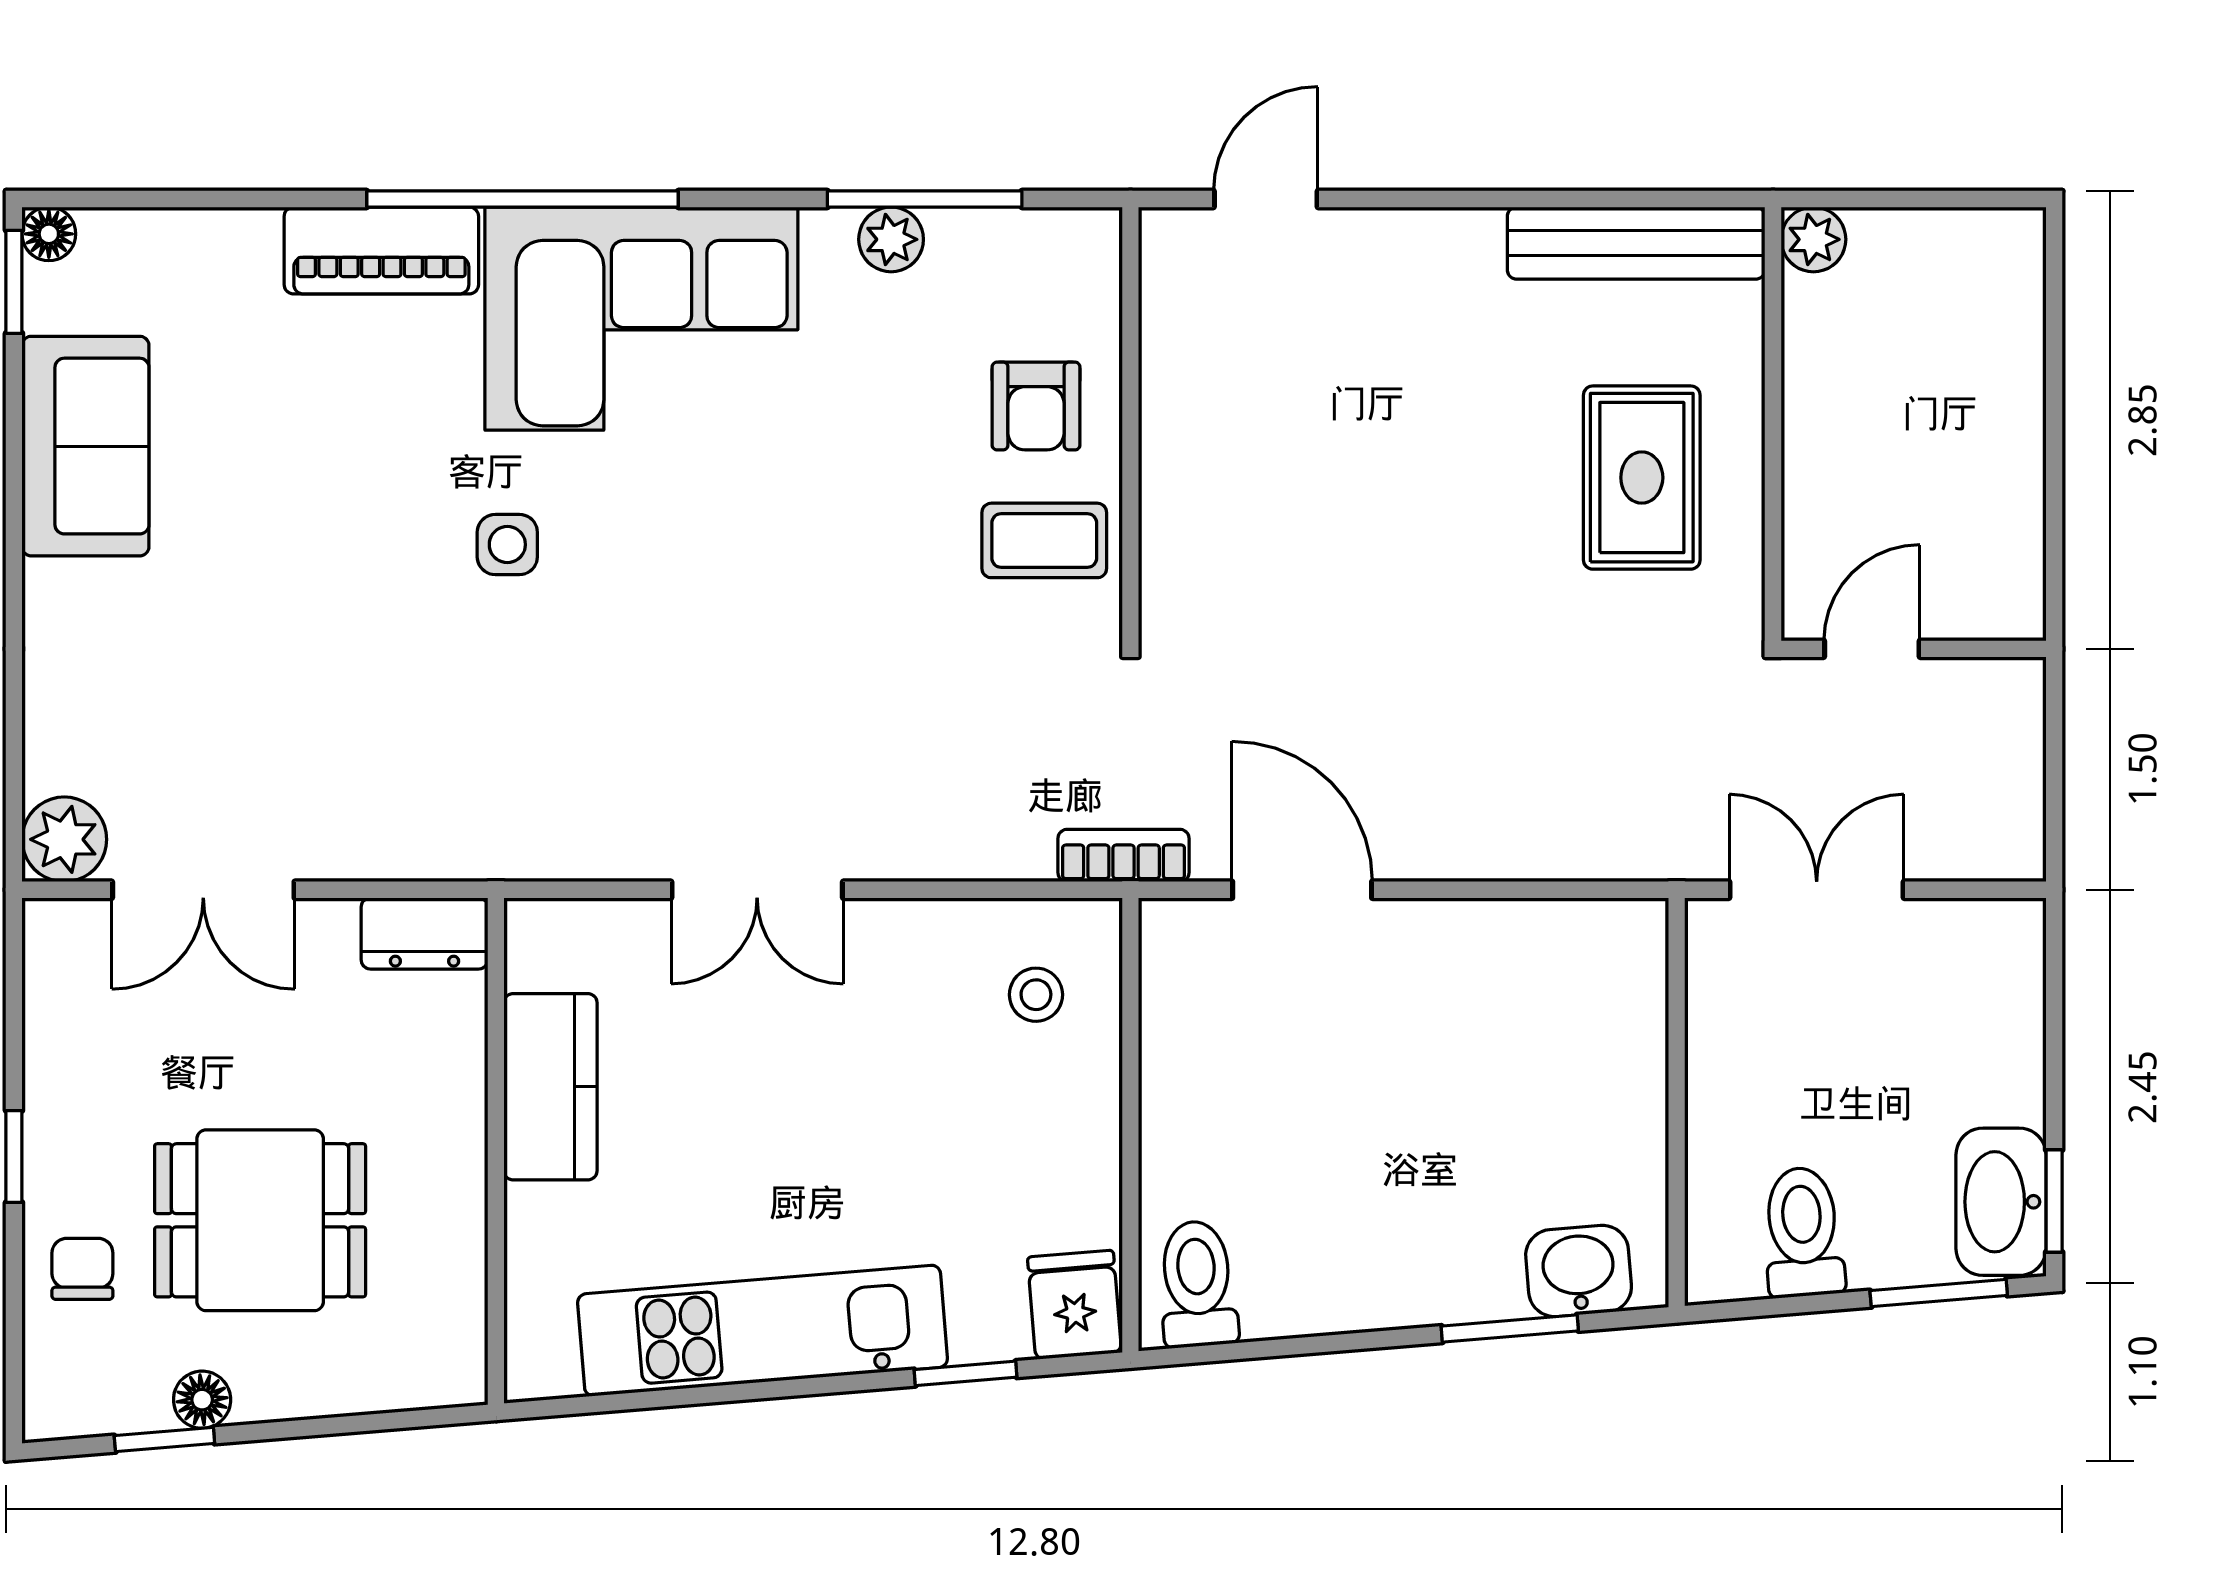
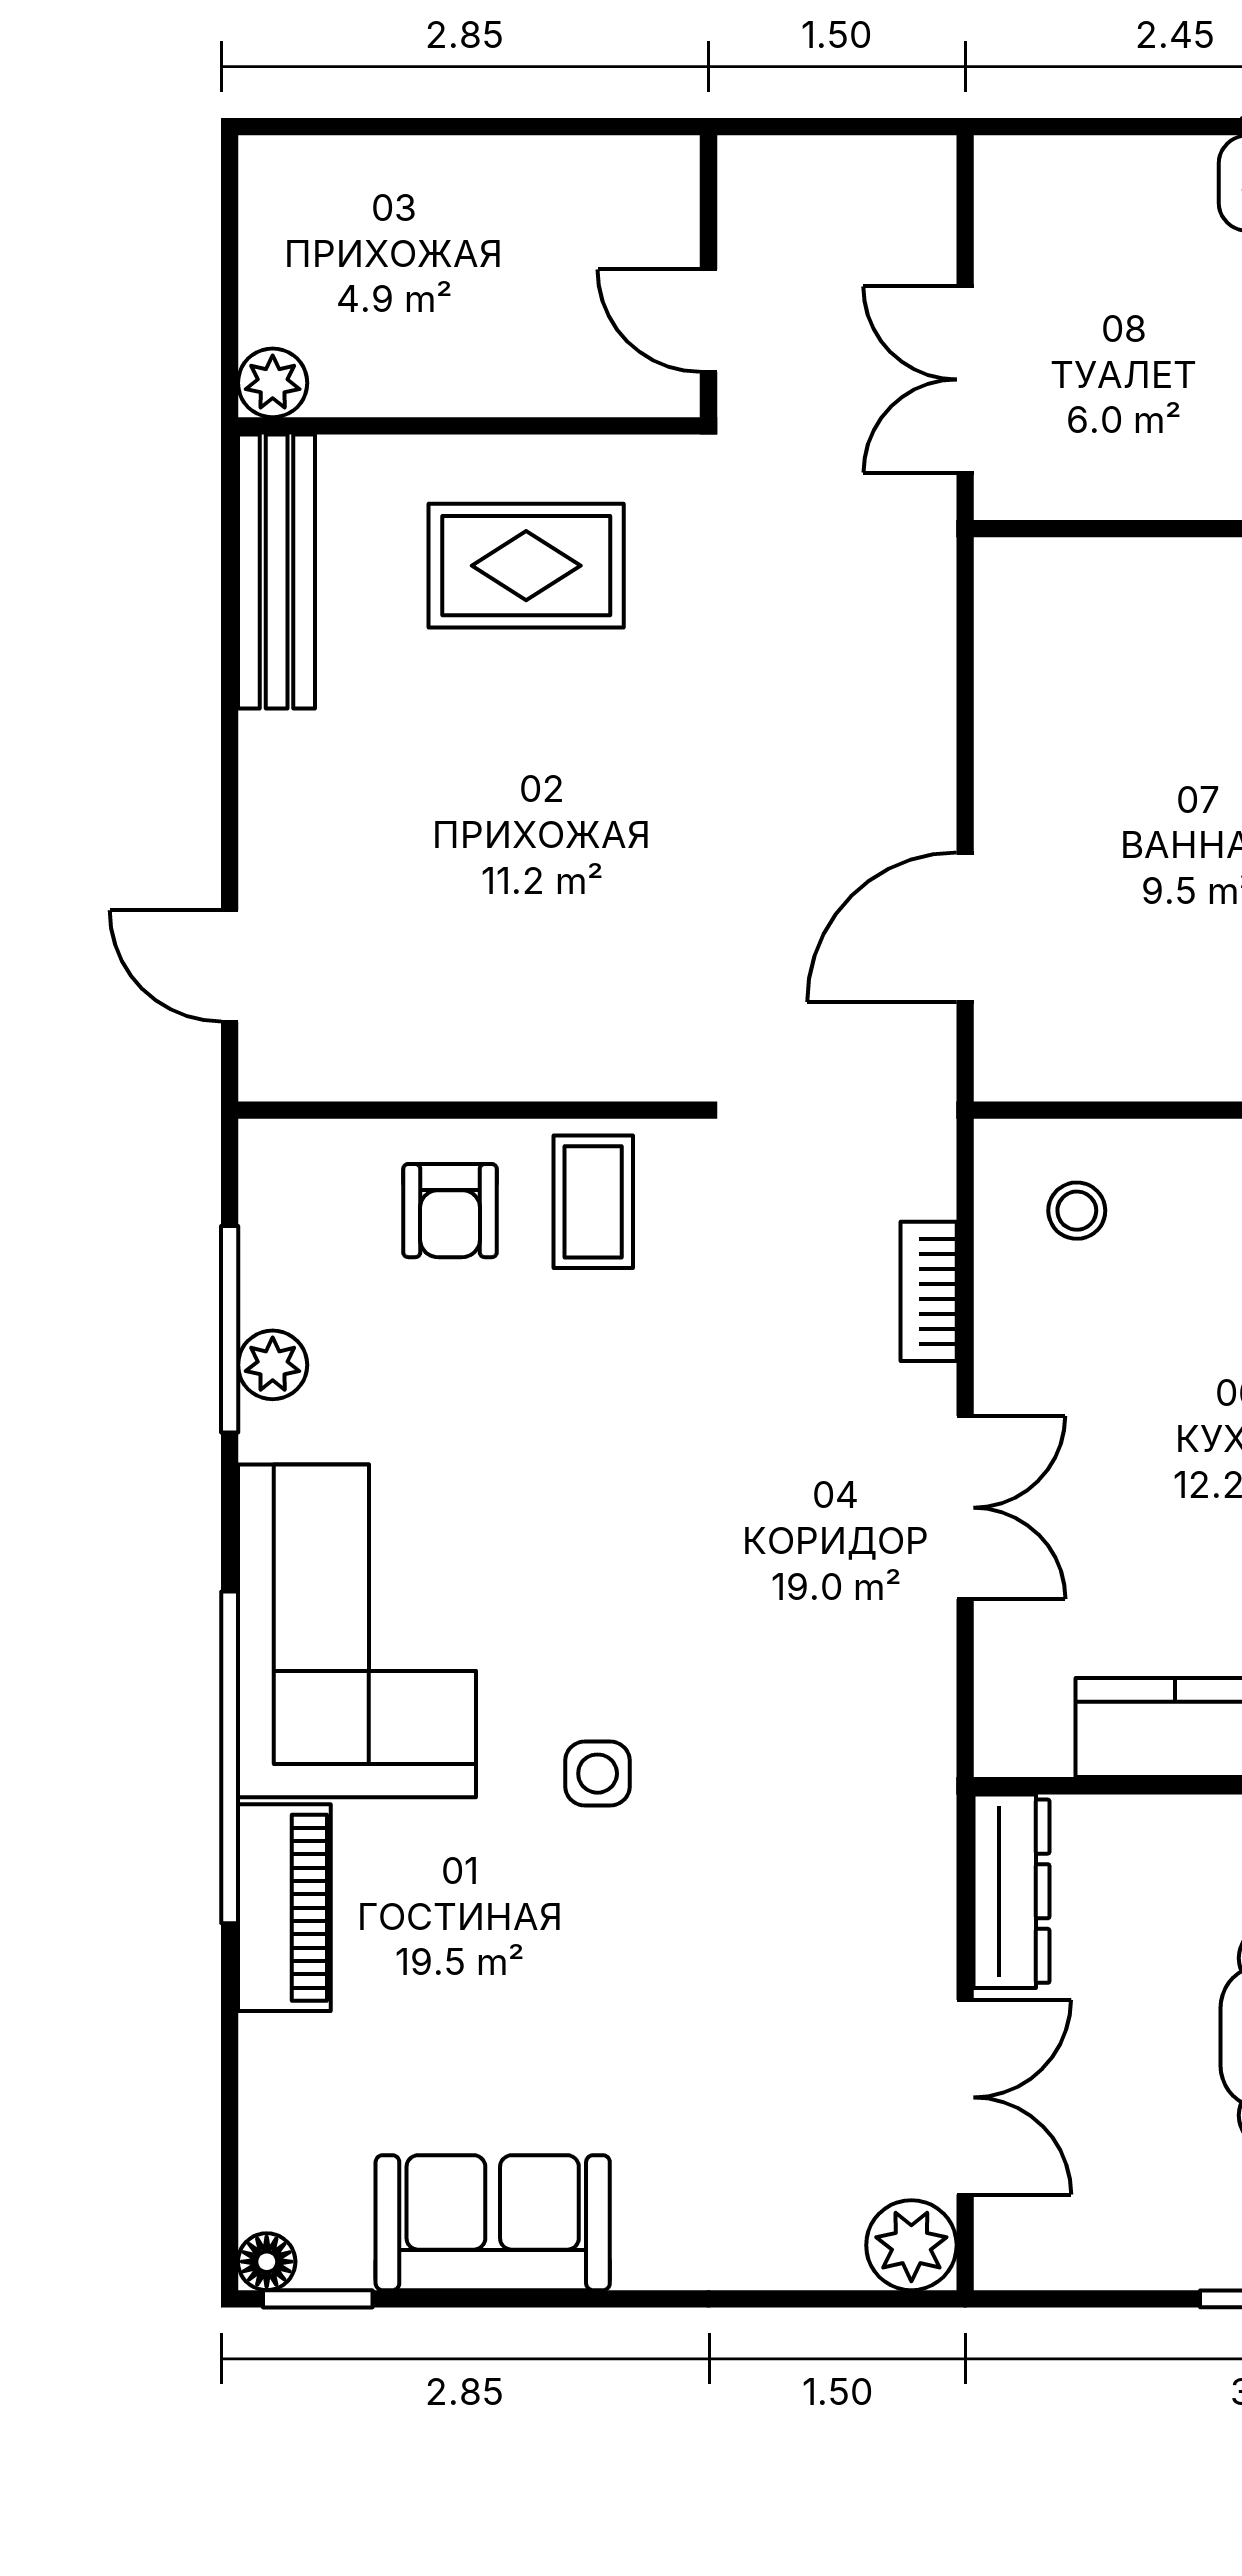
armchair: (1036, 406) -> (450, 1211), turned 90
bookcase: (1124, 855) -> (929, 1291), moved
dresser: (424, 933) -> (1012, 1891), width x1.44

